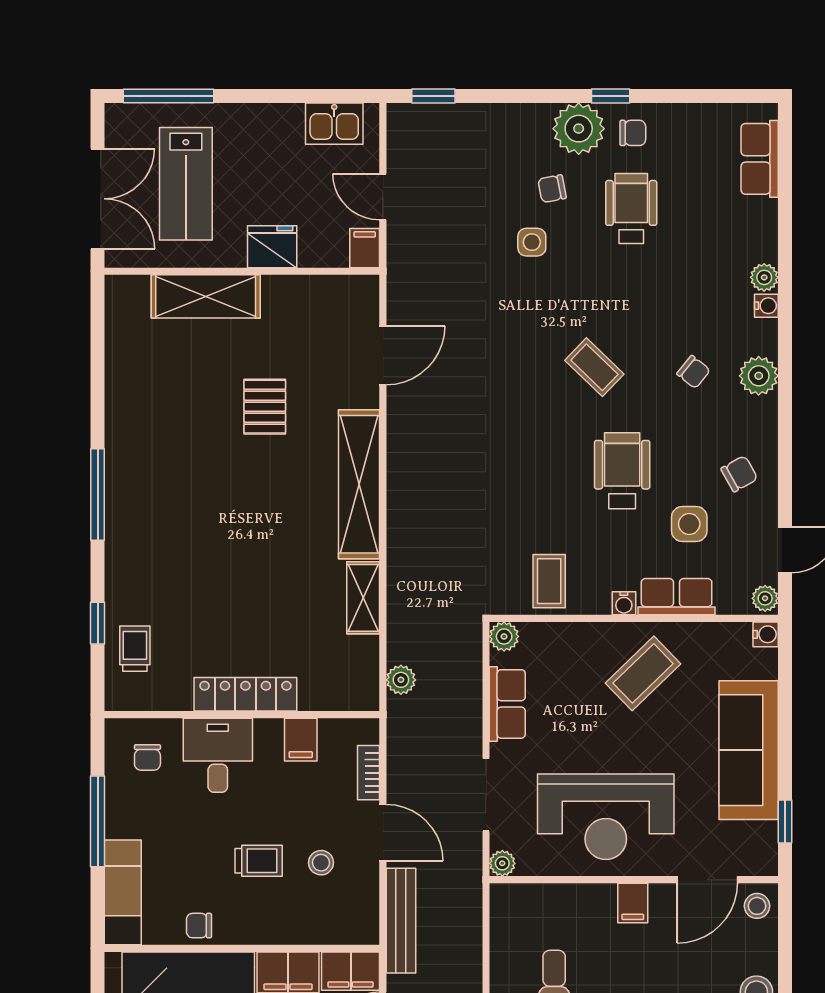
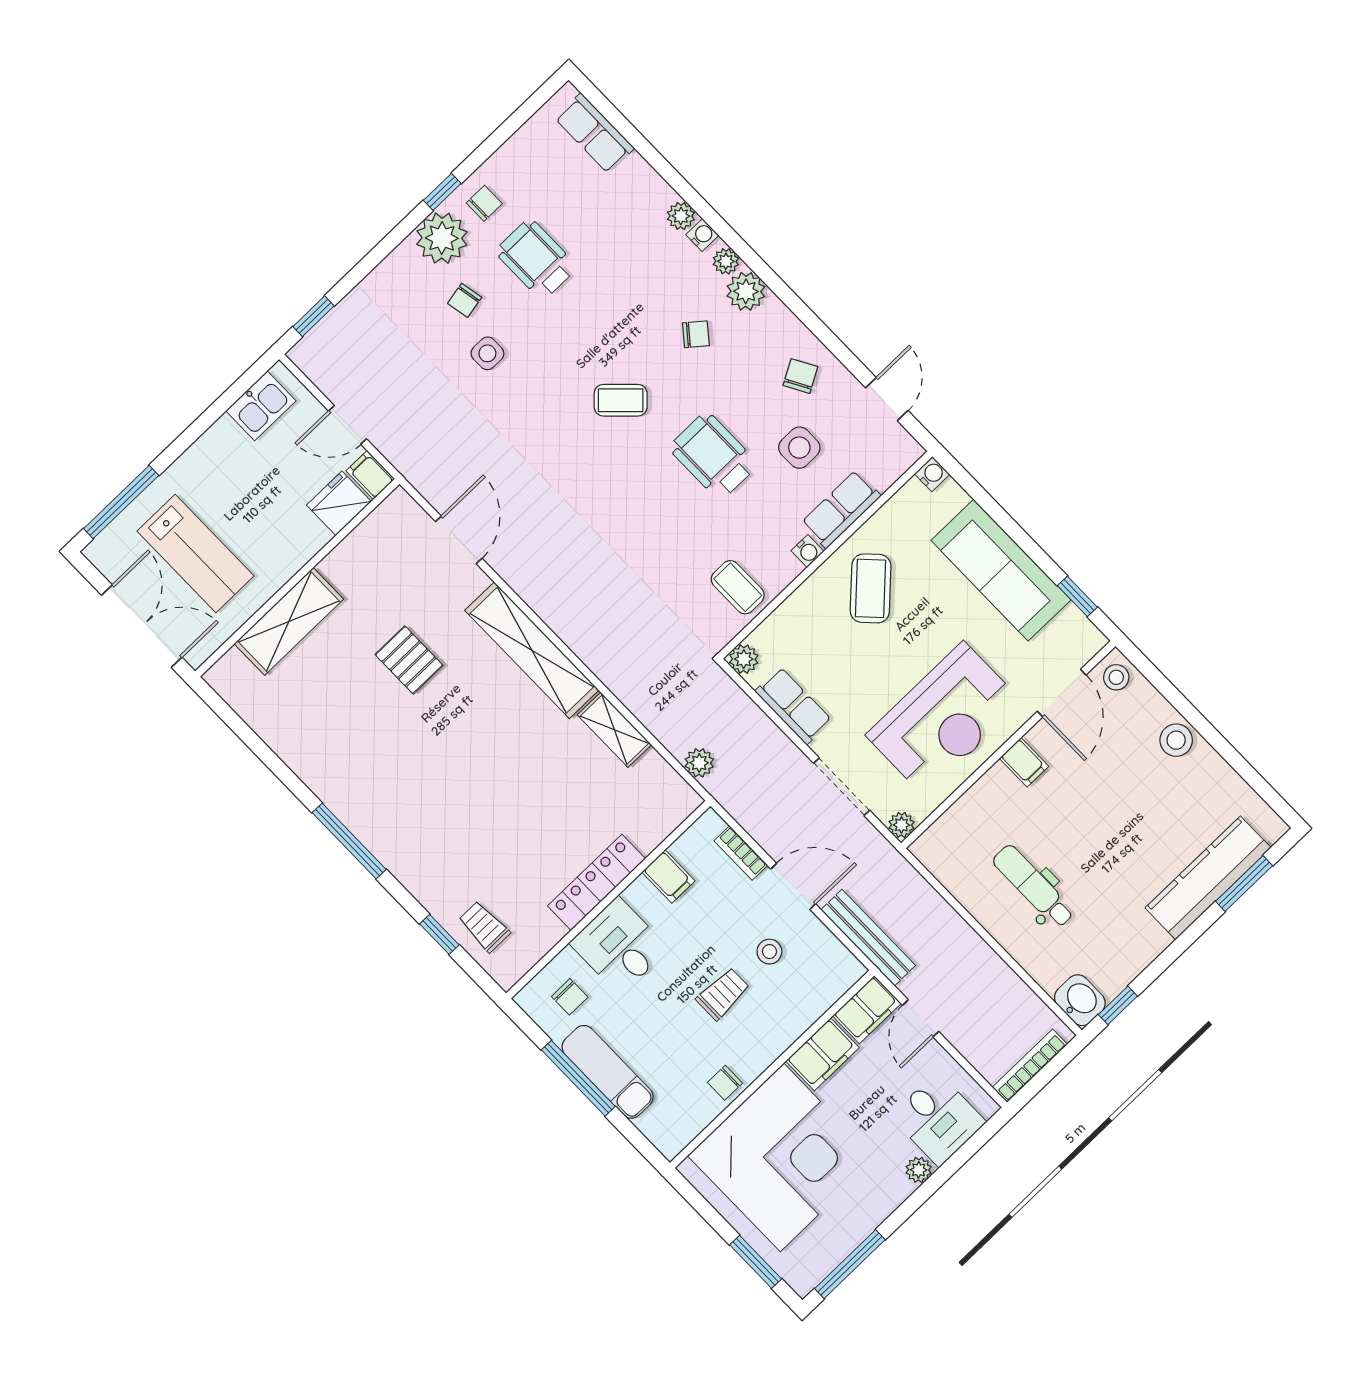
fridge: (272, 247) -> (339, 503), moved
plant: (765, 598) -> (726, 261), moved
exam couch: (123, 892) -> (608, 1072), moved

